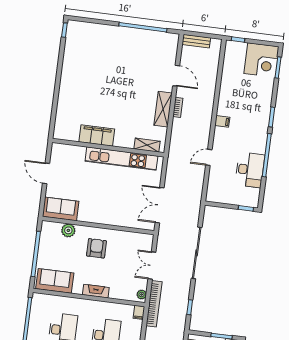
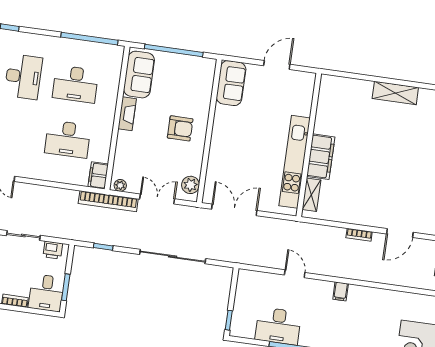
shelving: (163, 109) -> (395, 93), moved
filing cabinet: (97, 136) -> (321, 157), moved
plant: (68, 230) -> (190, 185), moved
fireplace: (96, 291) -> (127, 114), moved
filing cabinet: (139, 312) -> (98, 175), width x2.00

